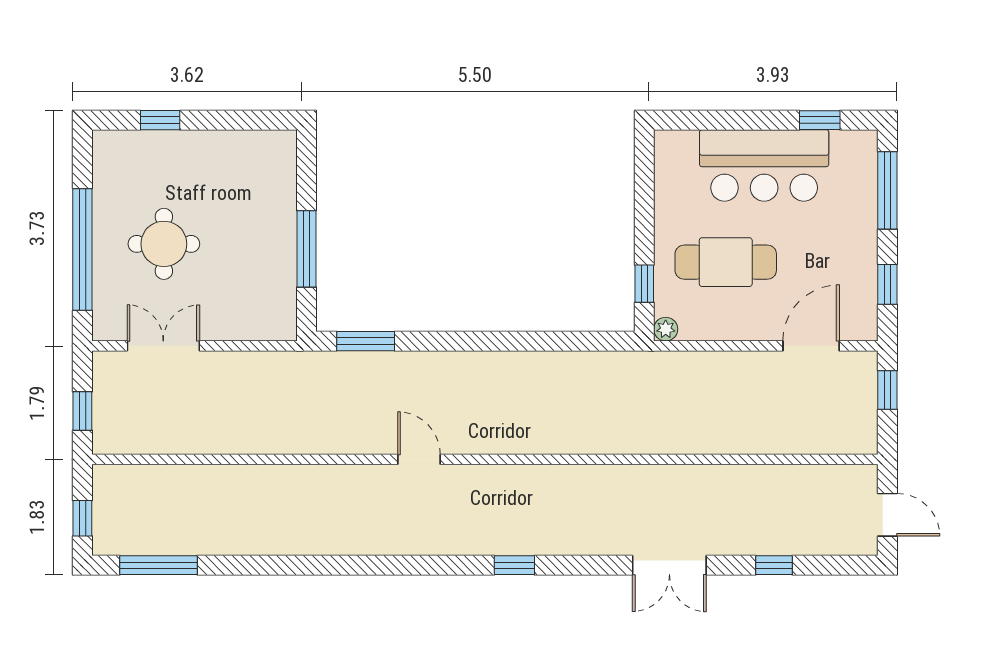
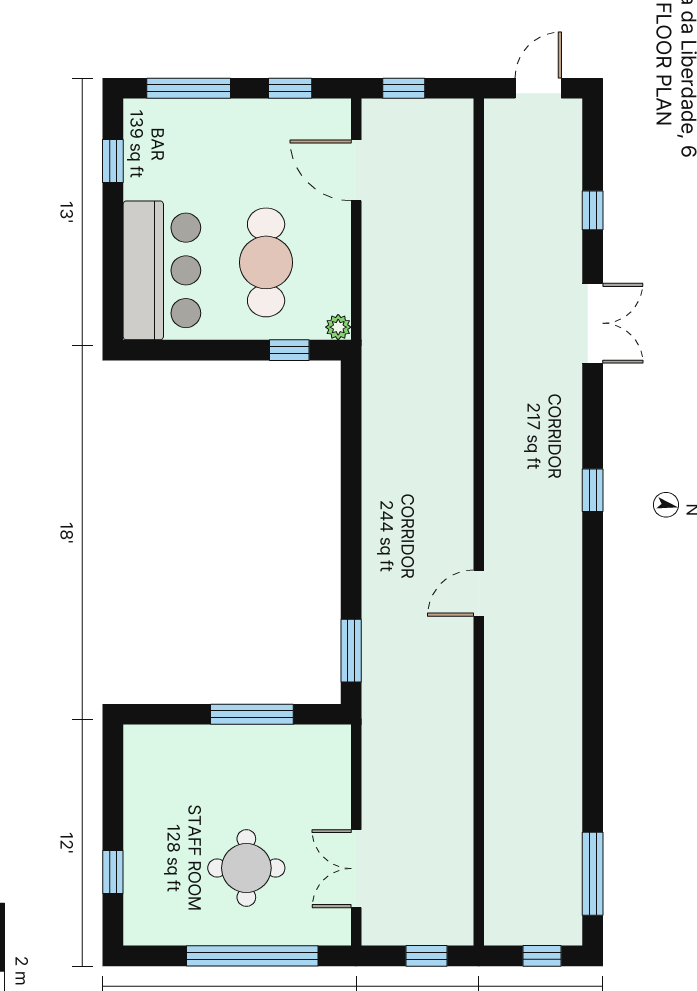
bar counter: (764, 165) -> (162, 270), moved

